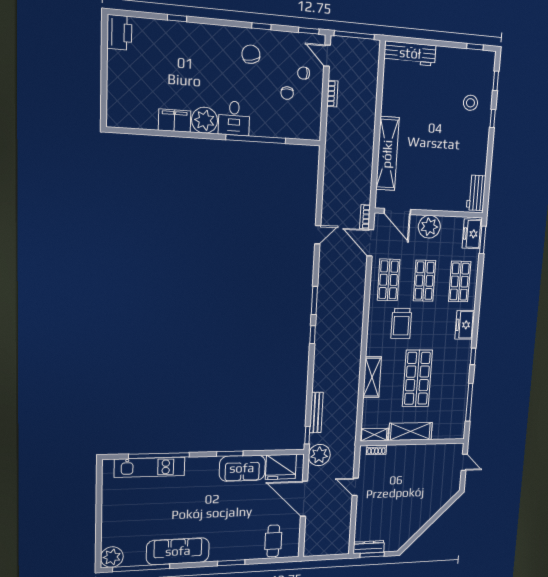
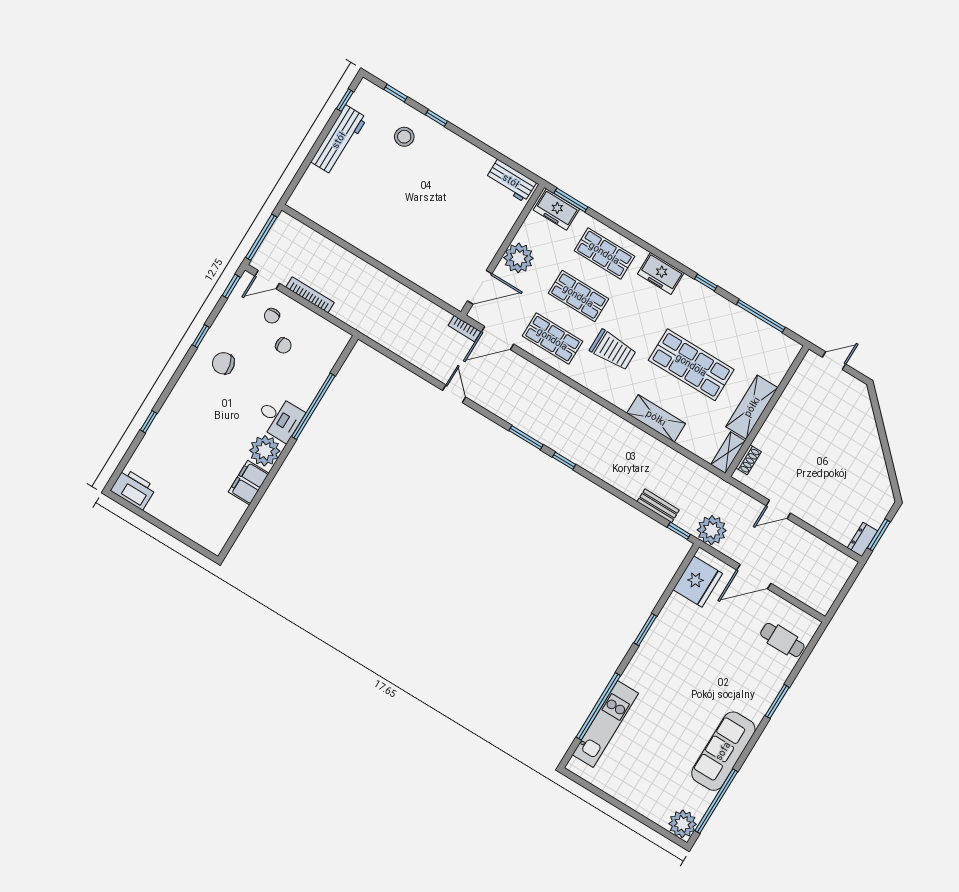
workbench: (410, 53) -> (339, 140), moved
bookcase: (332, 94) -> (310, 295), width x1.56
shelving: (387, 154) -> (408, 266), removed
bench: (316, 413) -> (658, 506), width x0.73
sofa: (242, 468) -> (671, 625), removed
door: (304, 499) -> (754, 577), width x0.73
dresser: (369, 547) -> (863, 539), width x0.70

